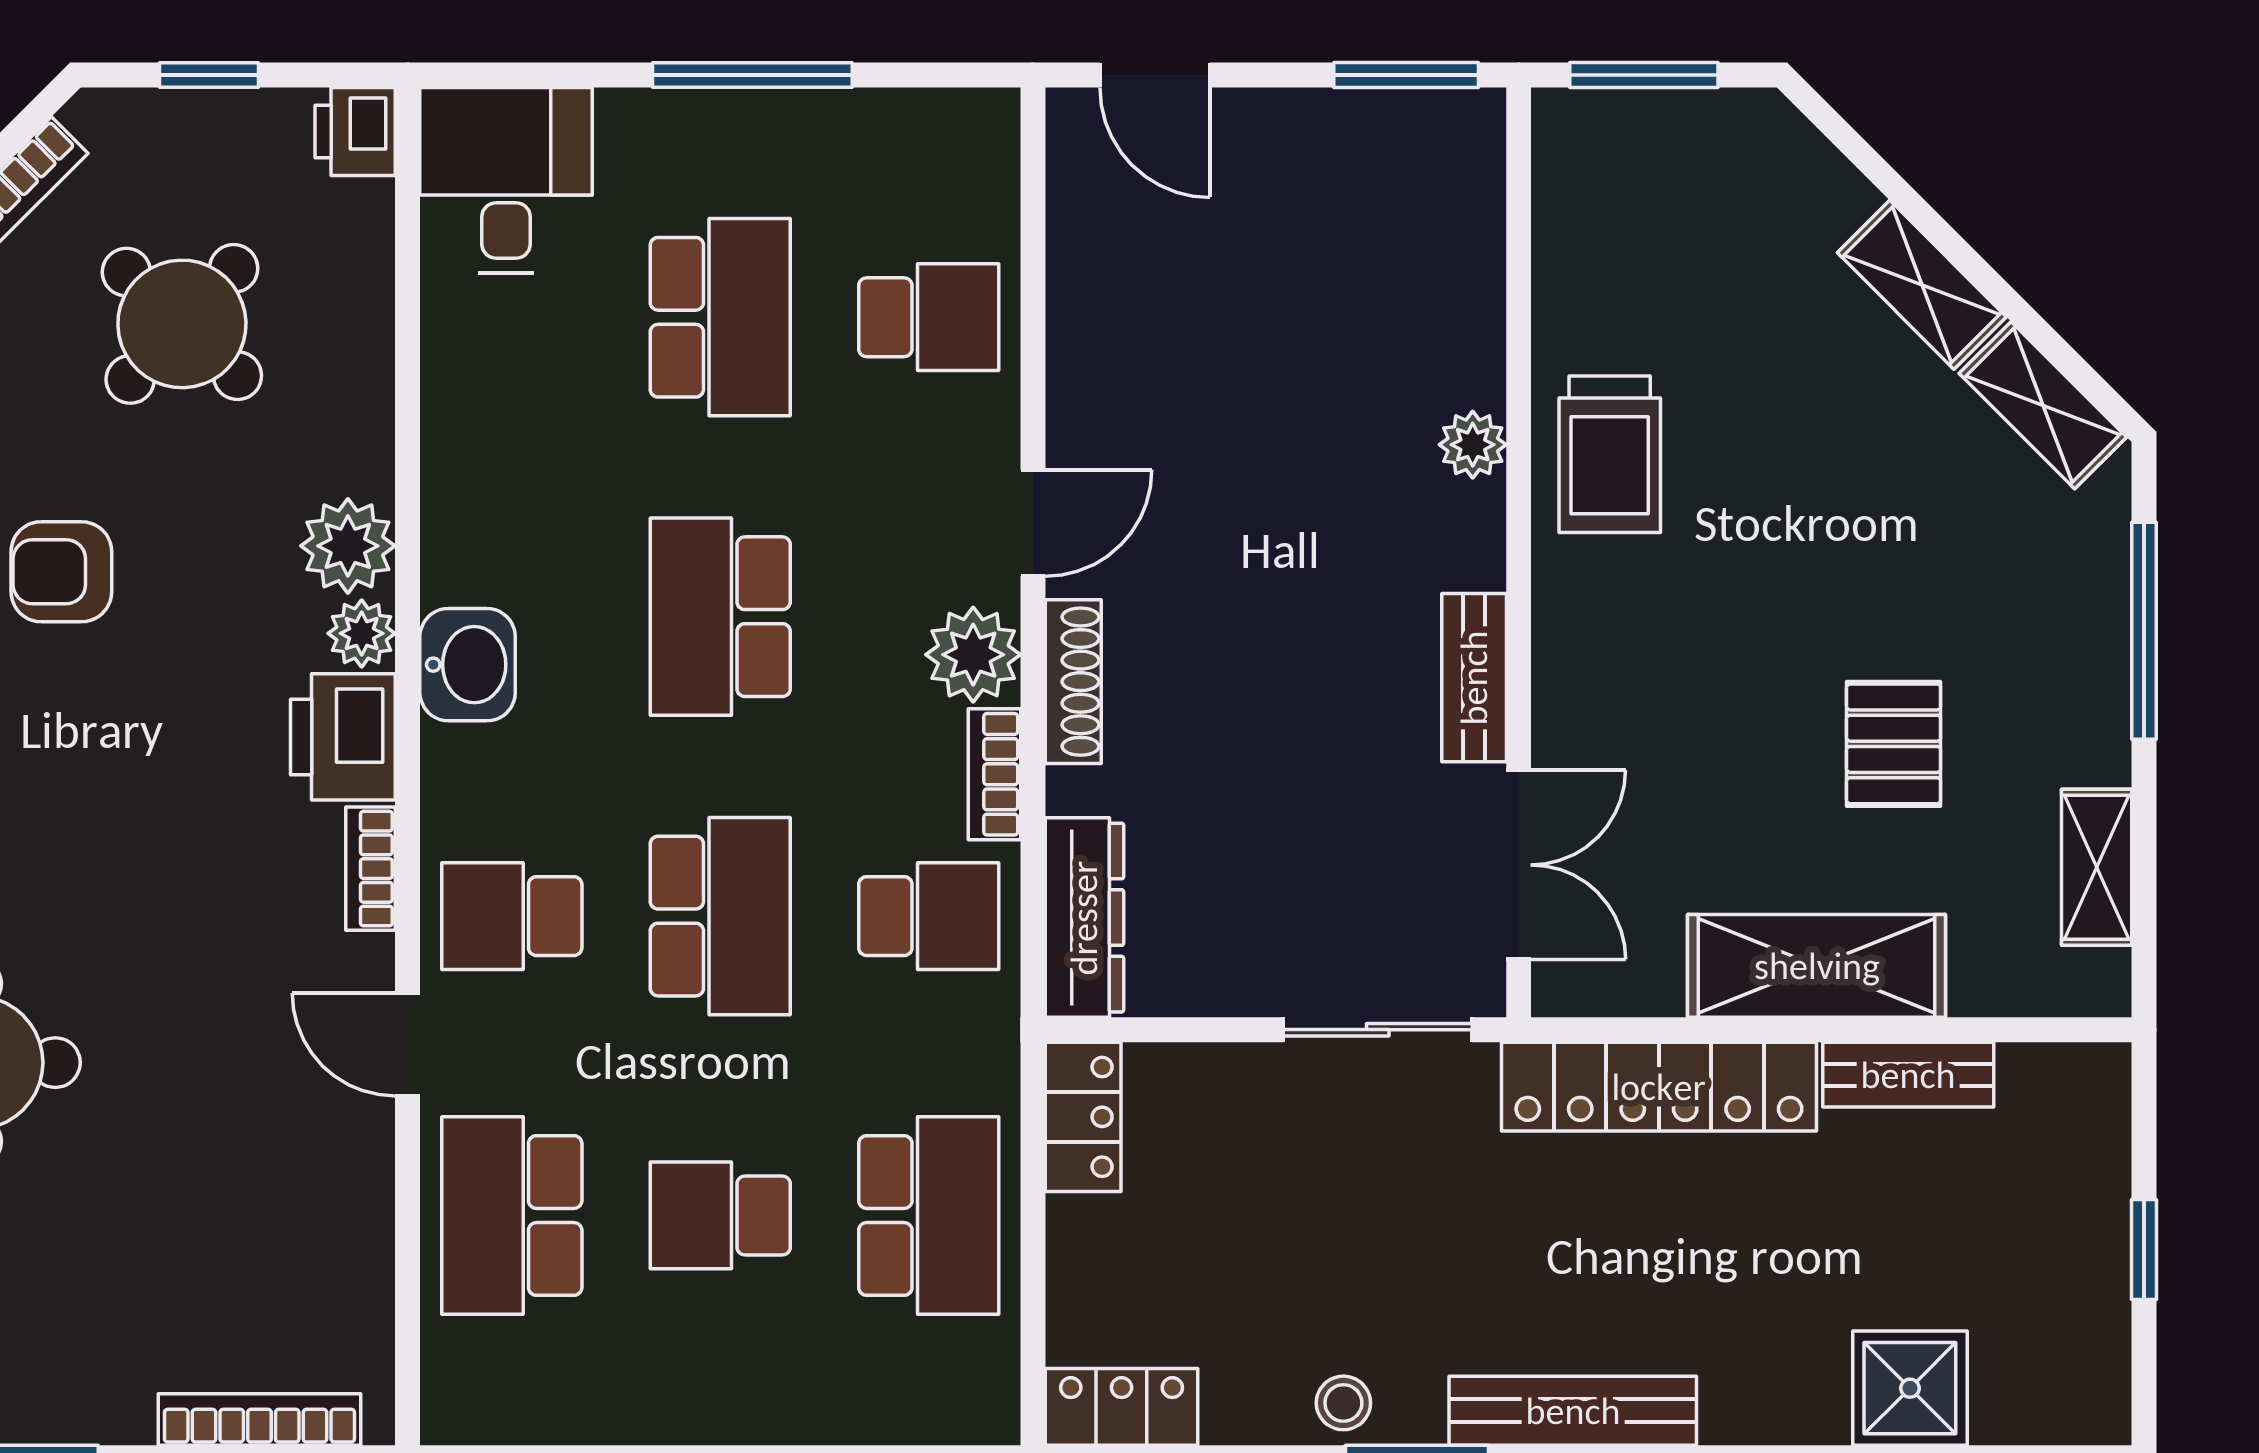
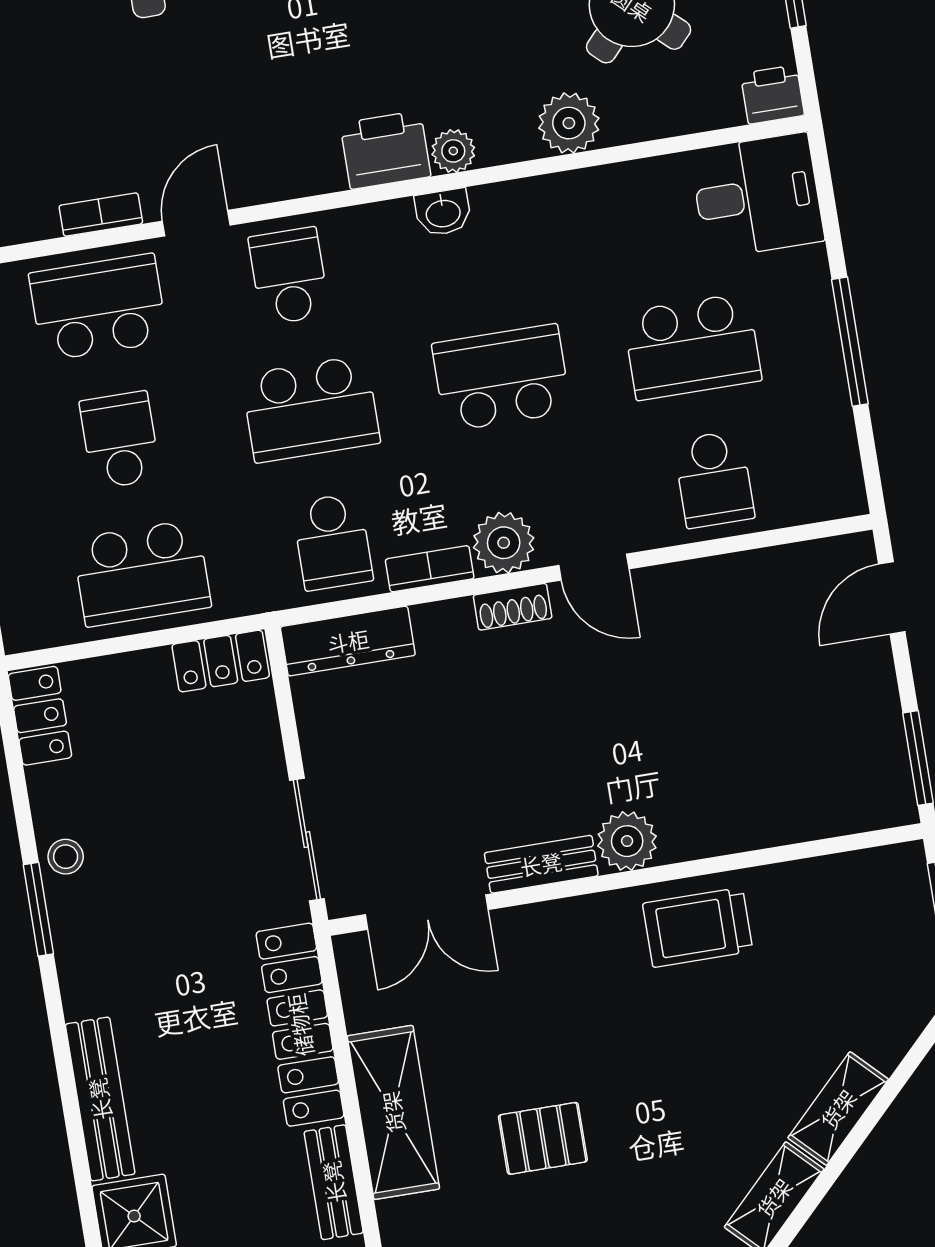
plant: (1473, 445) -> (627, 841), moved, width x1.38, depth x1.38
plant: (348, 546) -> (569, 123), moved
washbasin: (468, 665) -> (443, 212), width x0.72, depth x0.69
shoe rack: (1073, 682) -> (513, 607), width x0.70
bookcase: (370, 869) -> (101, 215), moved
bench: (1573, 1411) -> (100, 1099), moved

